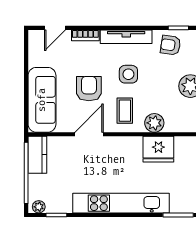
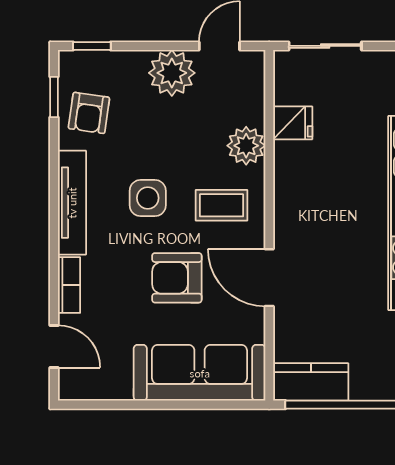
fridge: (158, 149) -> (293, 123), width x0.53, depth x0.75

